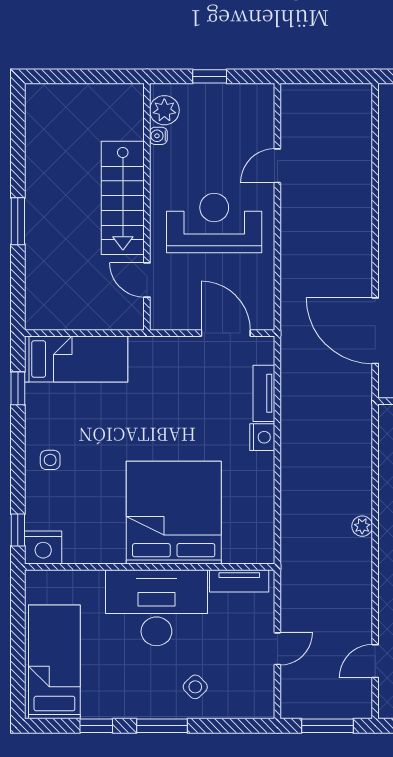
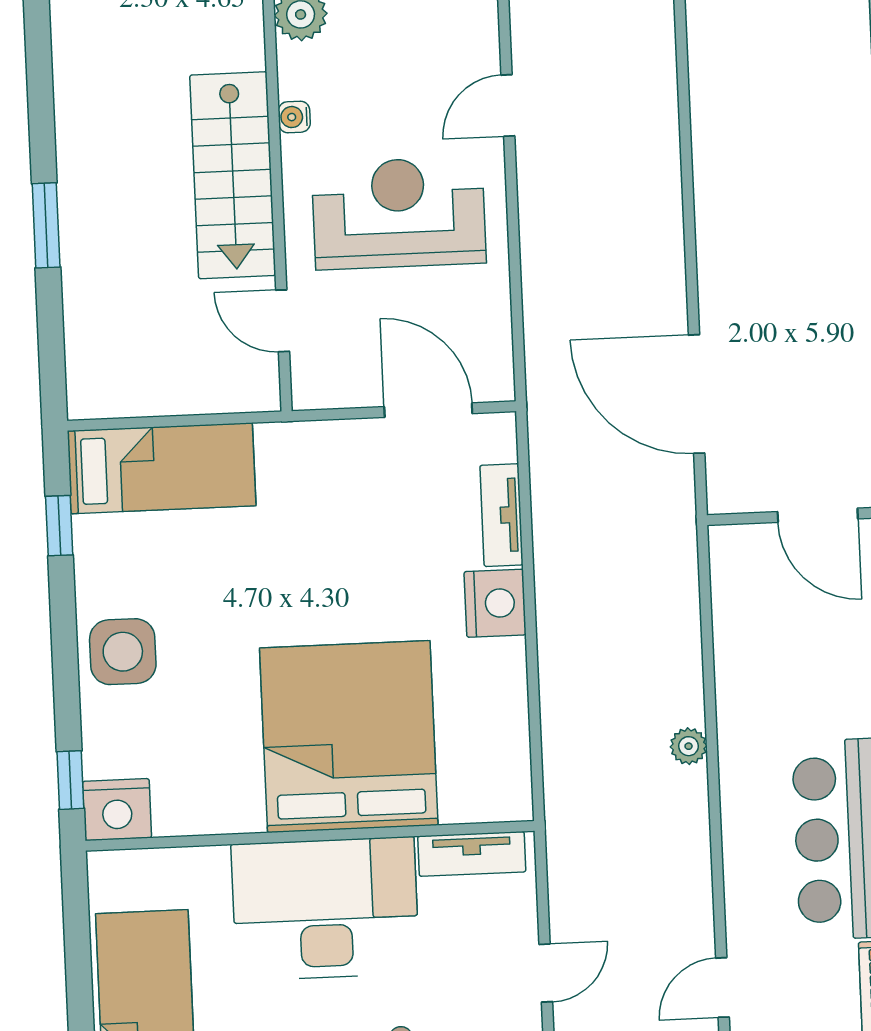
water cooler: (158, 136) -> (294, 117), moved
nightstand: (262, 437) -> (495, 603), width x1.36, depth x1.33
side table: (50, 460) -> (123, 652), width x1.87, depth x1.87

